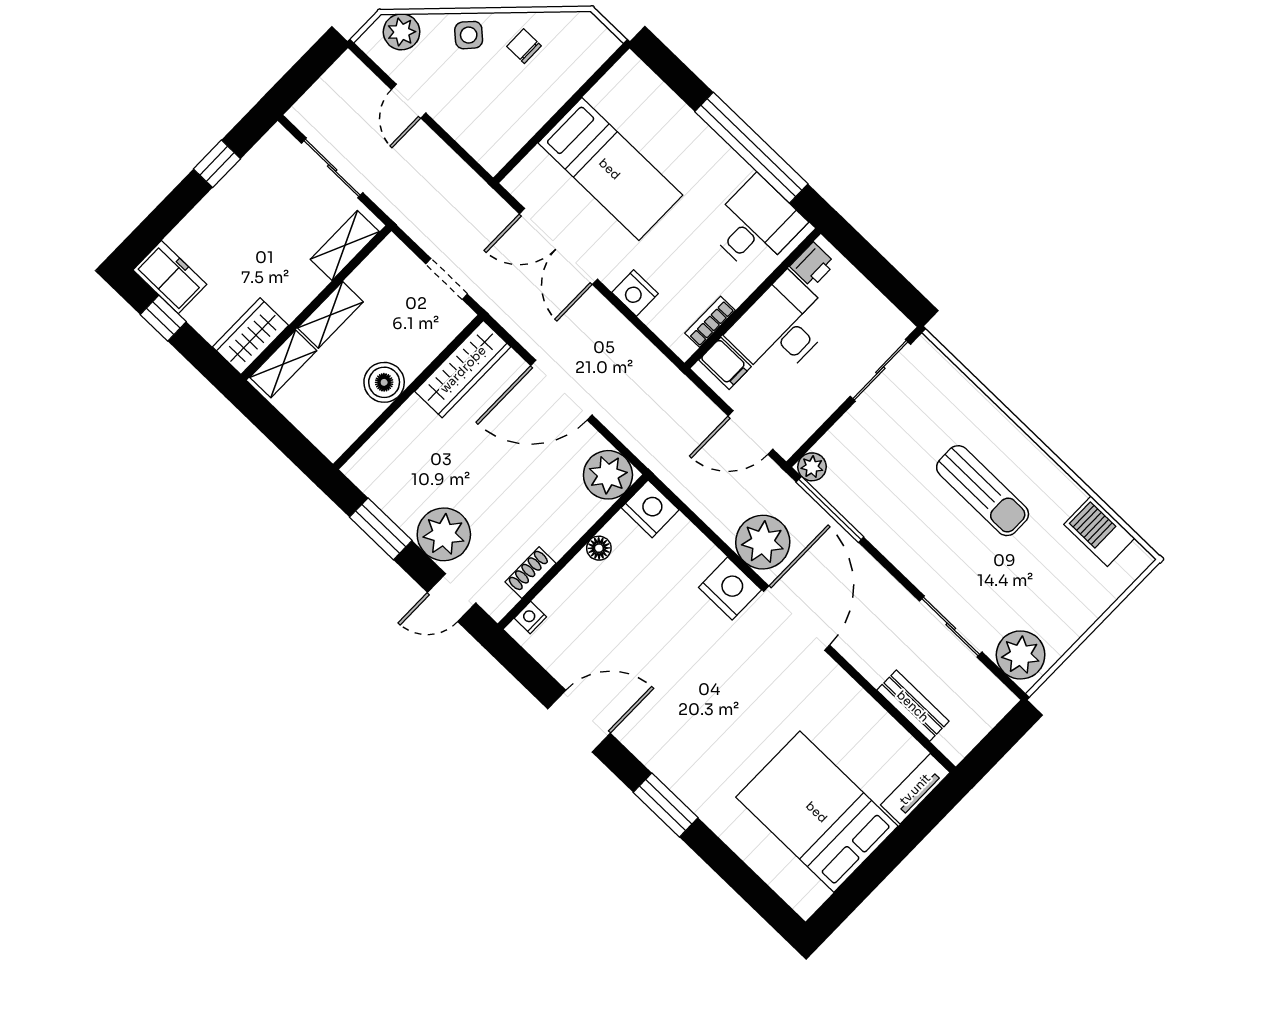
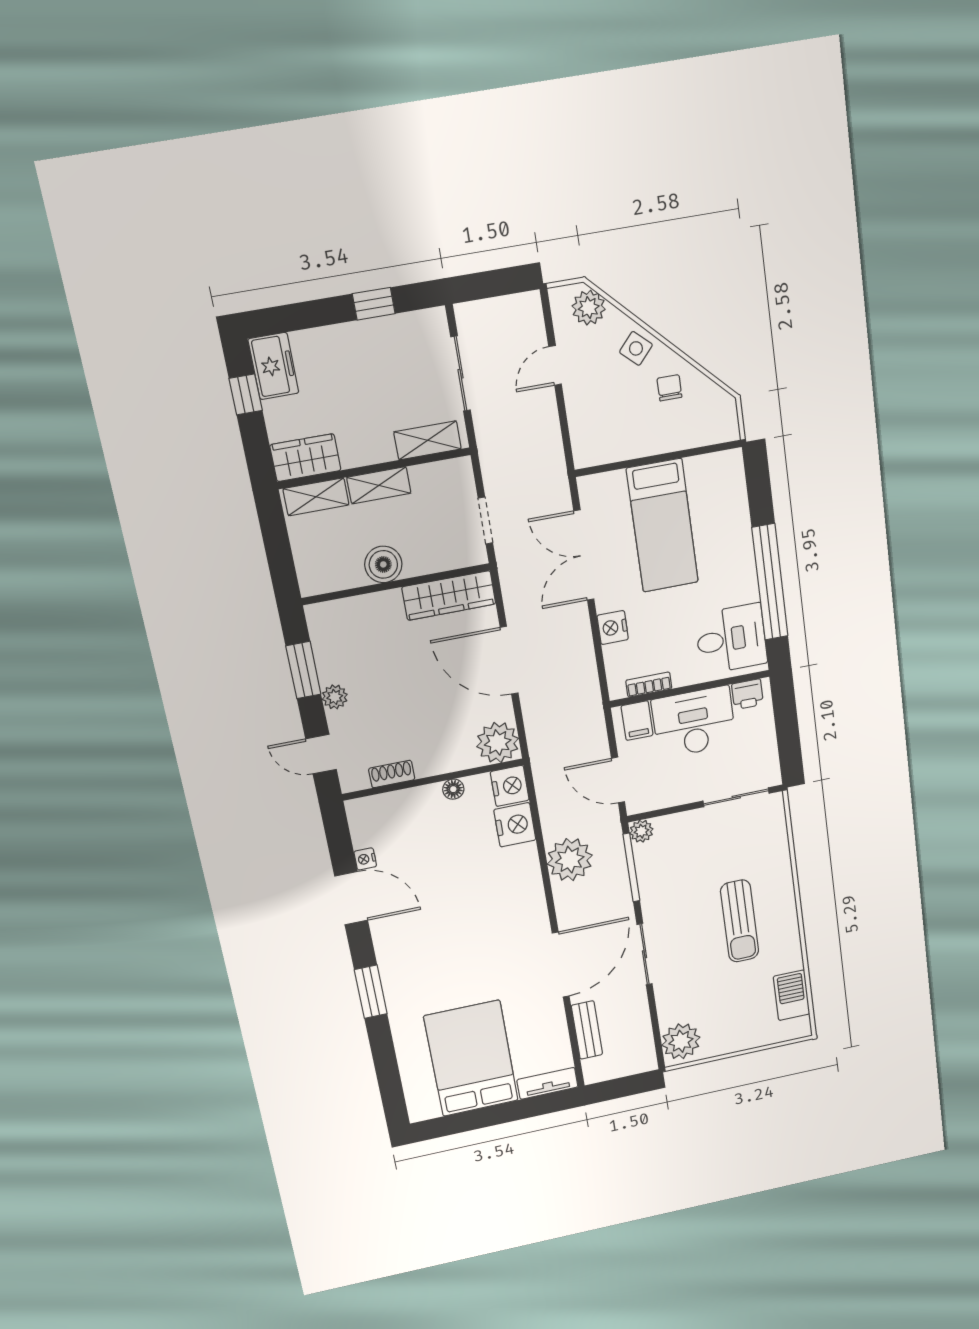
plant: (444, 534) -> (335, 697), width x0.53, depth x0.53
nightstand: (730, 589) -> (515, 825), moved
nightstand: (530, 617) -> (365, 859), moved, turned -90
door: (797, 618) -> (561, 965), moved
sliding door: (951, 626) -> (645, 954), moved

